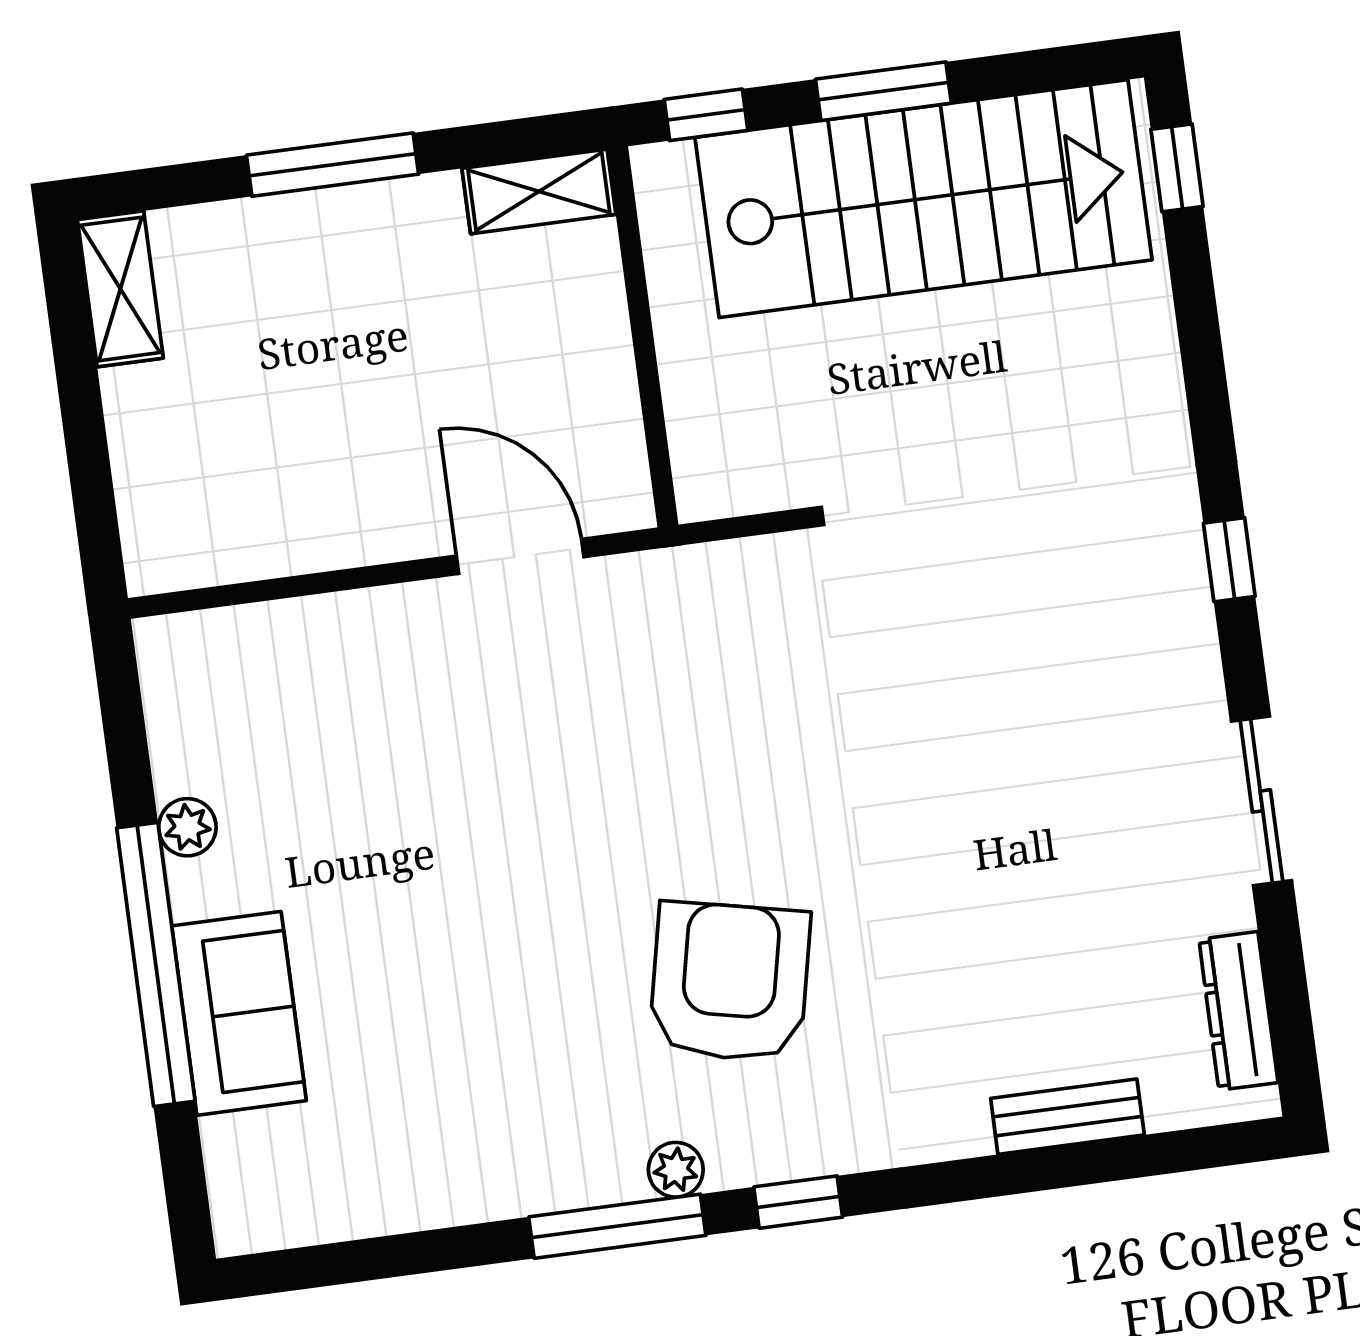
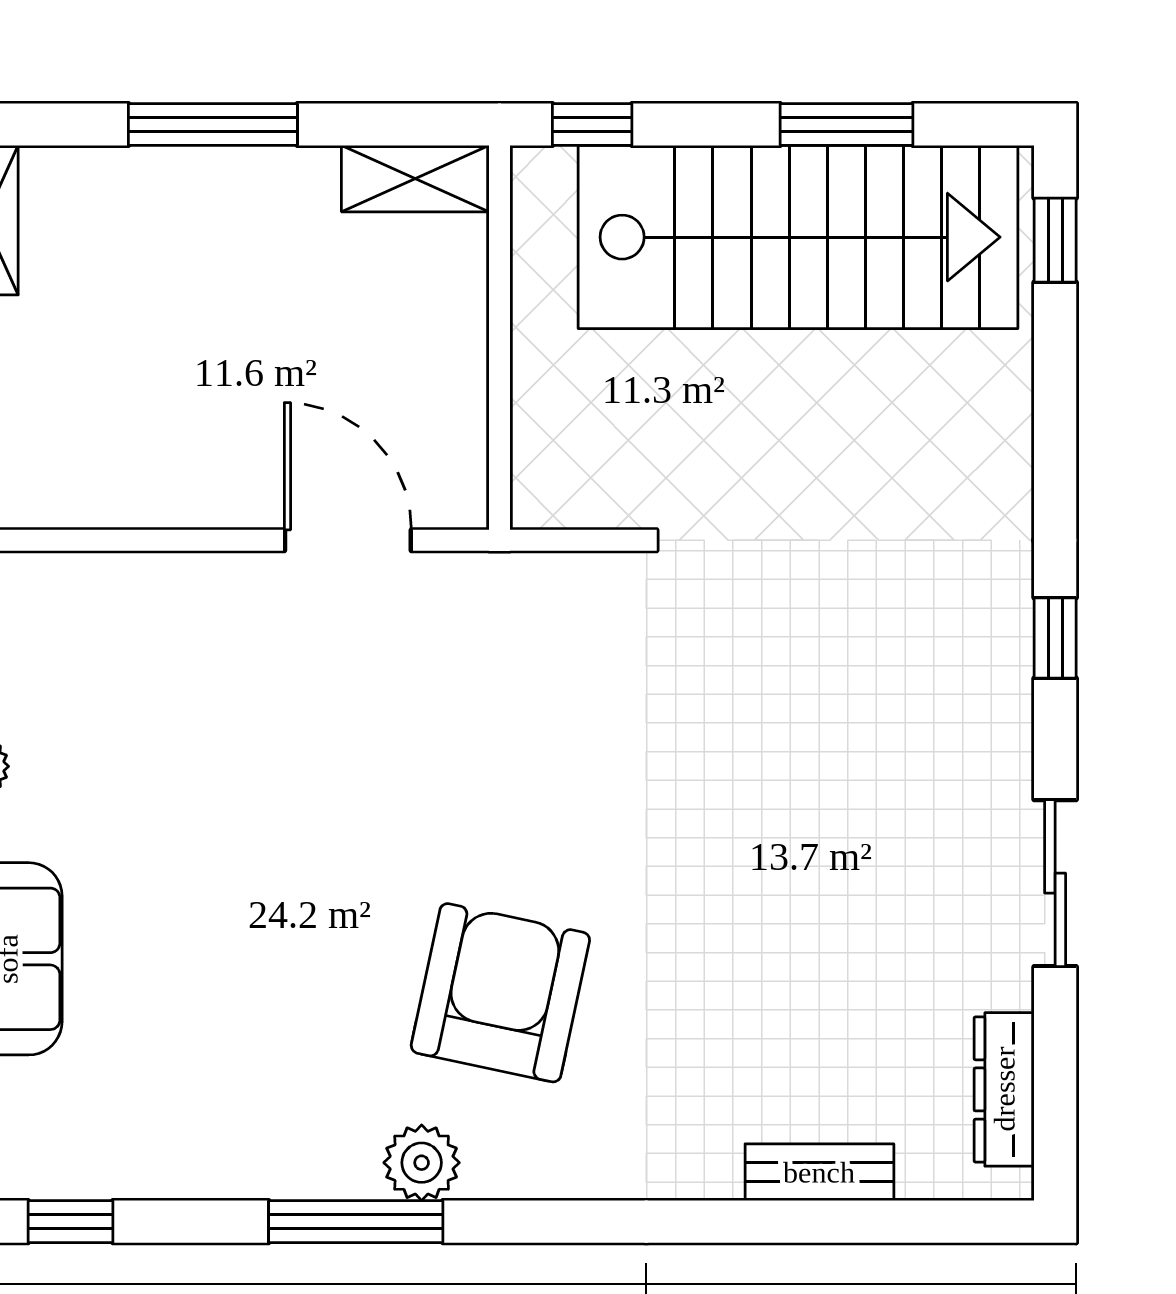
window: (883, 91) -> (846, 124), moved
plant: (676, 1170) -> (422, 1163), width x1.38, depth x1.38
window: (798, 1202) -> (71, 1222), moved

